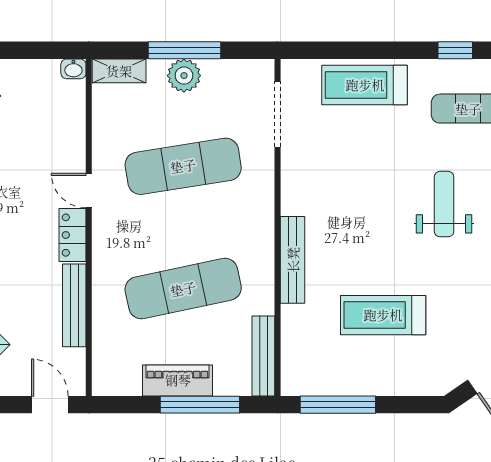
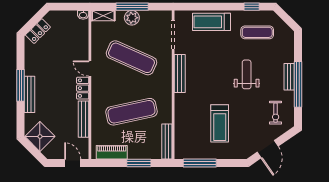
exercise mat: (183, 166) -> (131, 58), turned 33
bench: (293, 260) -> (180, 73), moved
treadmill: (383, 315) -> (220, 123), turned -90
piano: (178, 380) -> (112, 152), moved
window: (200, 405) -> (139, 163), width x0.69

